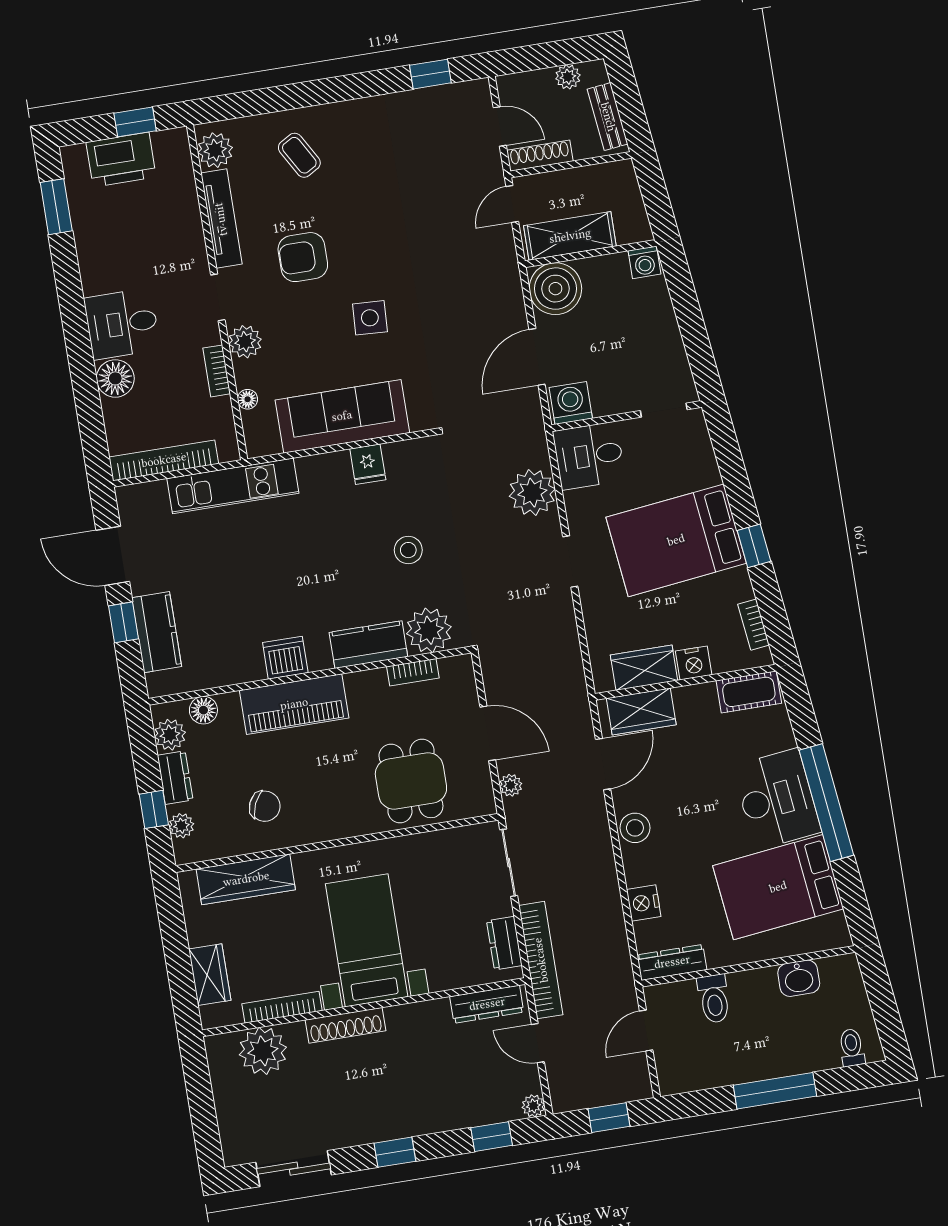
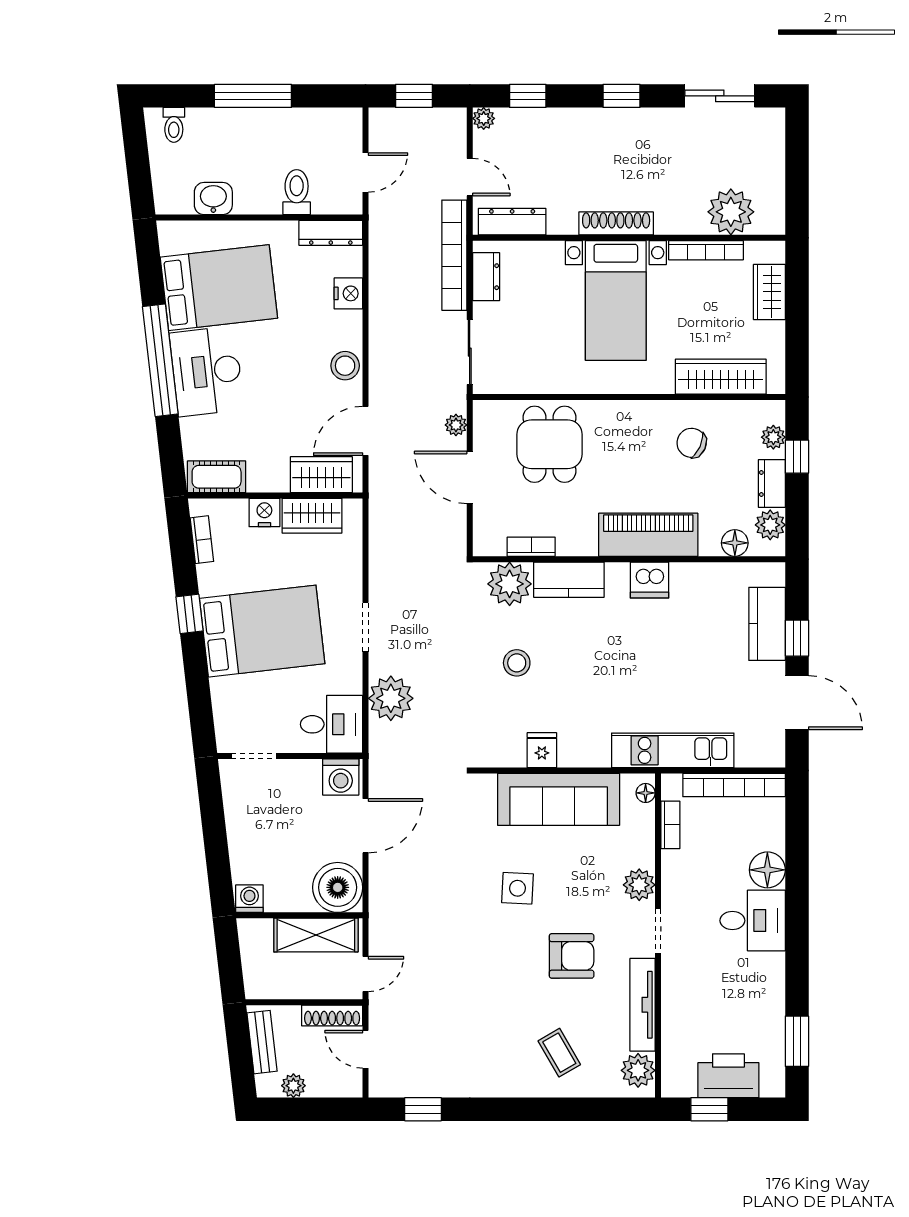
bookcase: (217, 371) -> (670, 825), moved
floor lamp: (248, 399) -> (646, 793), moved
shoe rack: (345, 1025) -> (616, 223), moved

